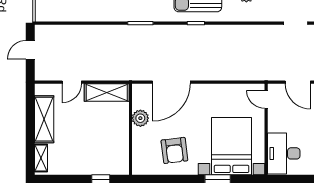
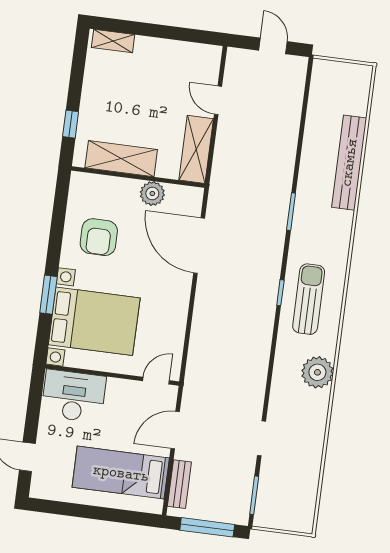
shelving: (44, 119) -> (121, 159), moved
armchair: (174, 150) -> (99, 237), turned -83

